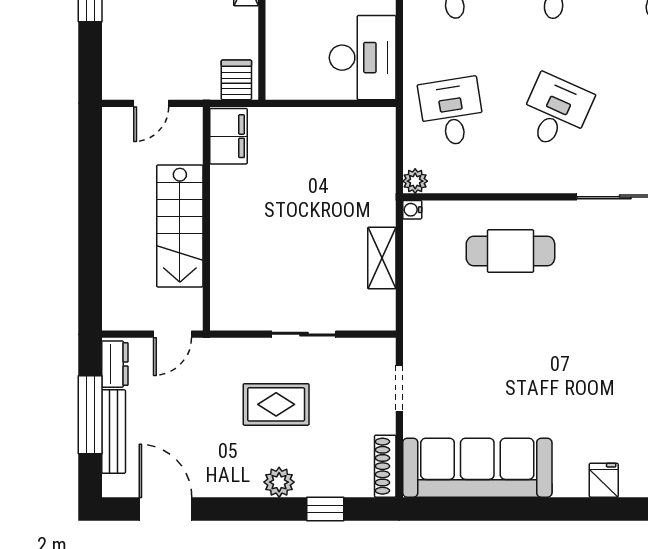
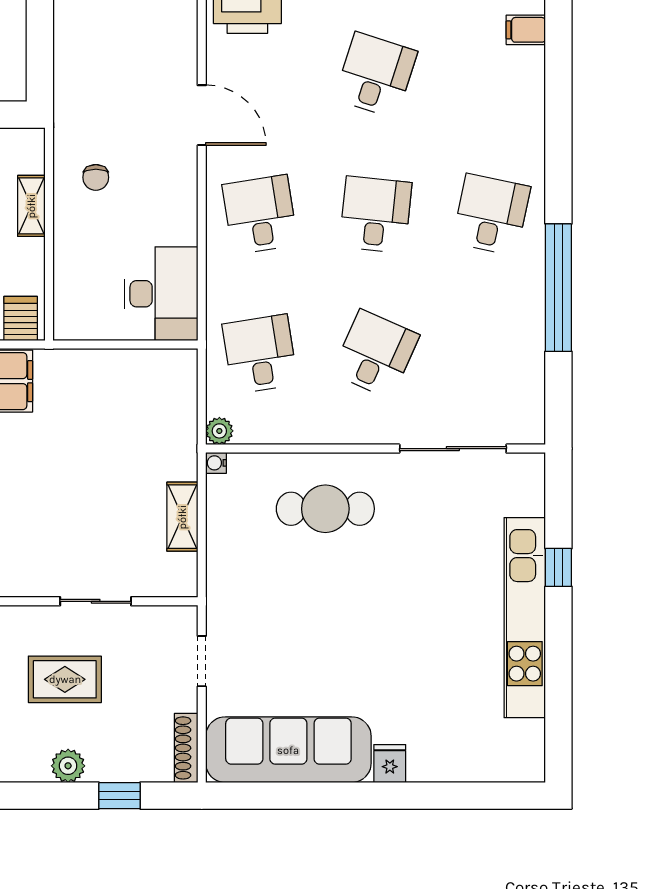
fridge: (604, 480) -> (390, 764), moved

